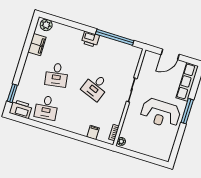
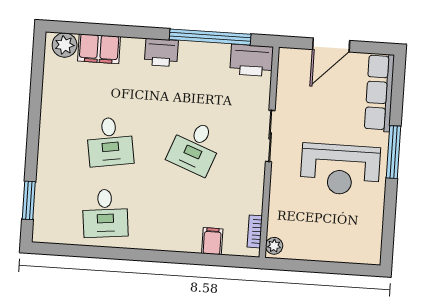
filing cabinet: (37, 45) -> (99, 49), moved, turned 90
printer: (21, 109) -> (252, 60), moved, turned 180

